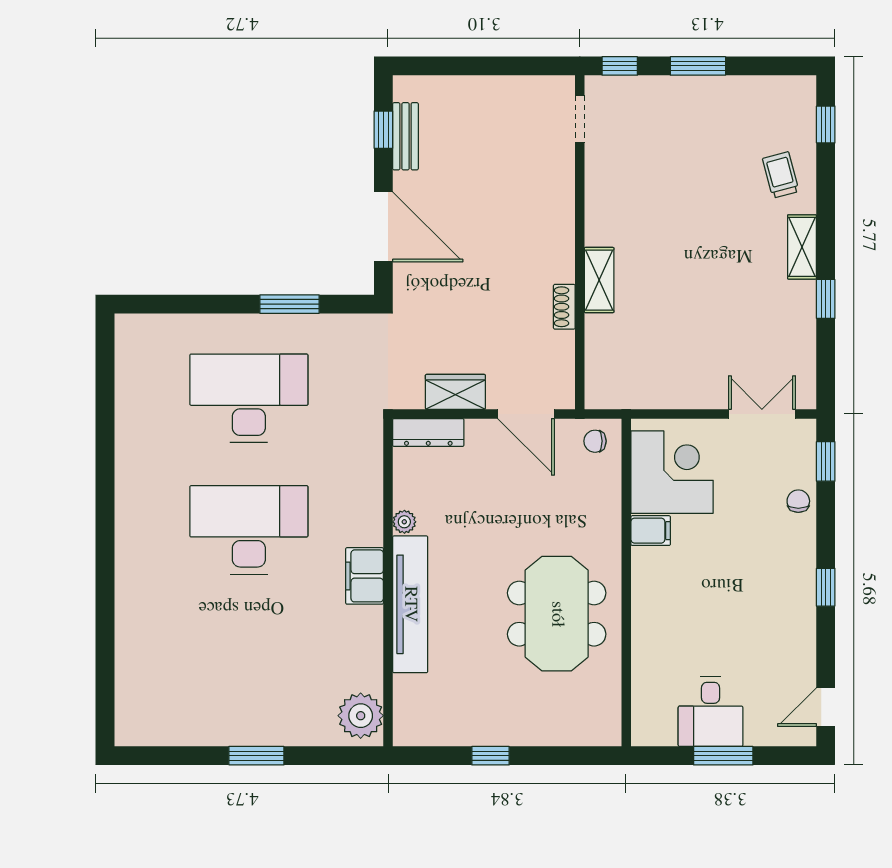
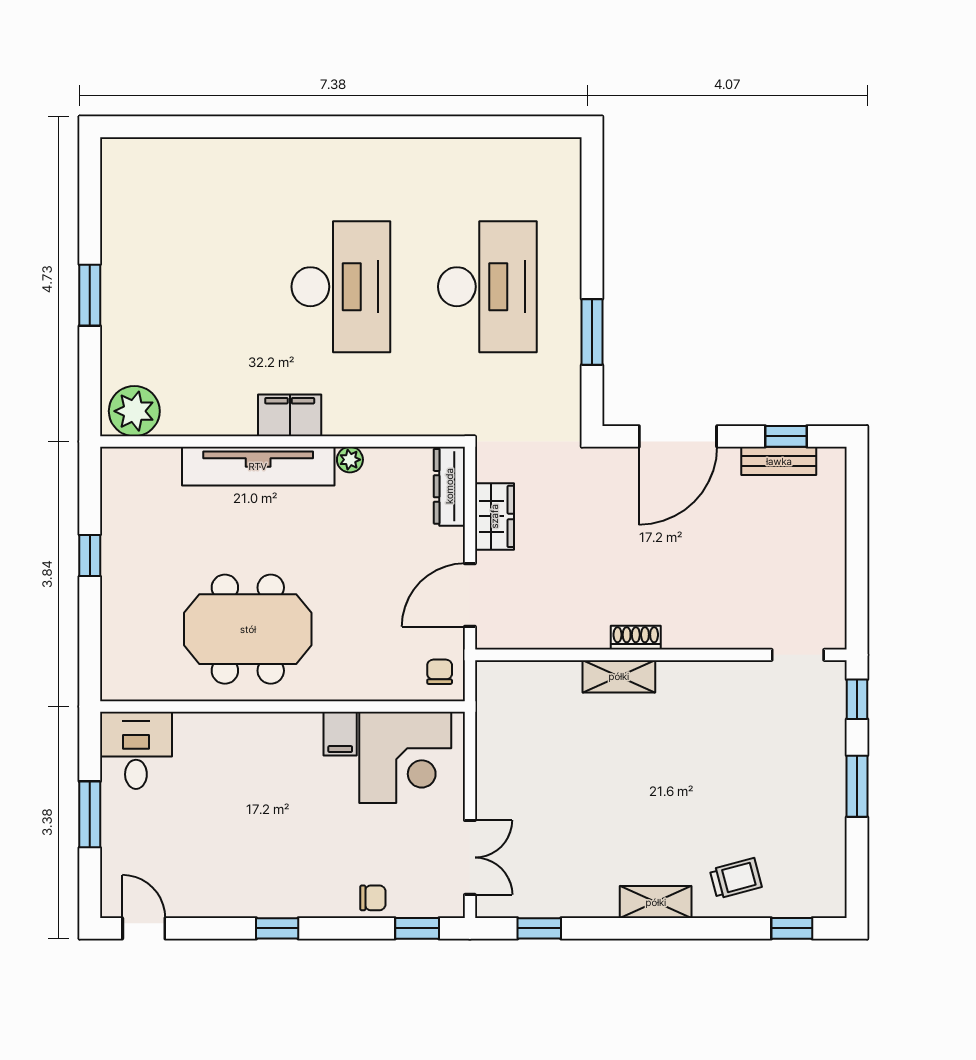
window: (826, 299) -> (539, 928), moved
shoe rack: (564, 307) -> (636, 638), moved
desk: (711, 712) -> (136, 750), moved, turned 90

